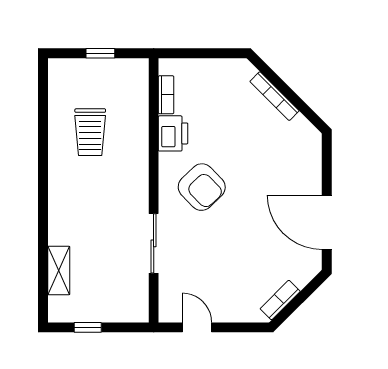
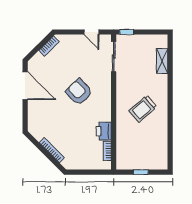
trolley: (90, 132) -> (143, 109), moved, turned -131
armchair: (202, 187) -> (79, 92), moved
sliding door: (154, 243) -> (114, 57), moved
window: (88, 327) -> (127, 32), moved

